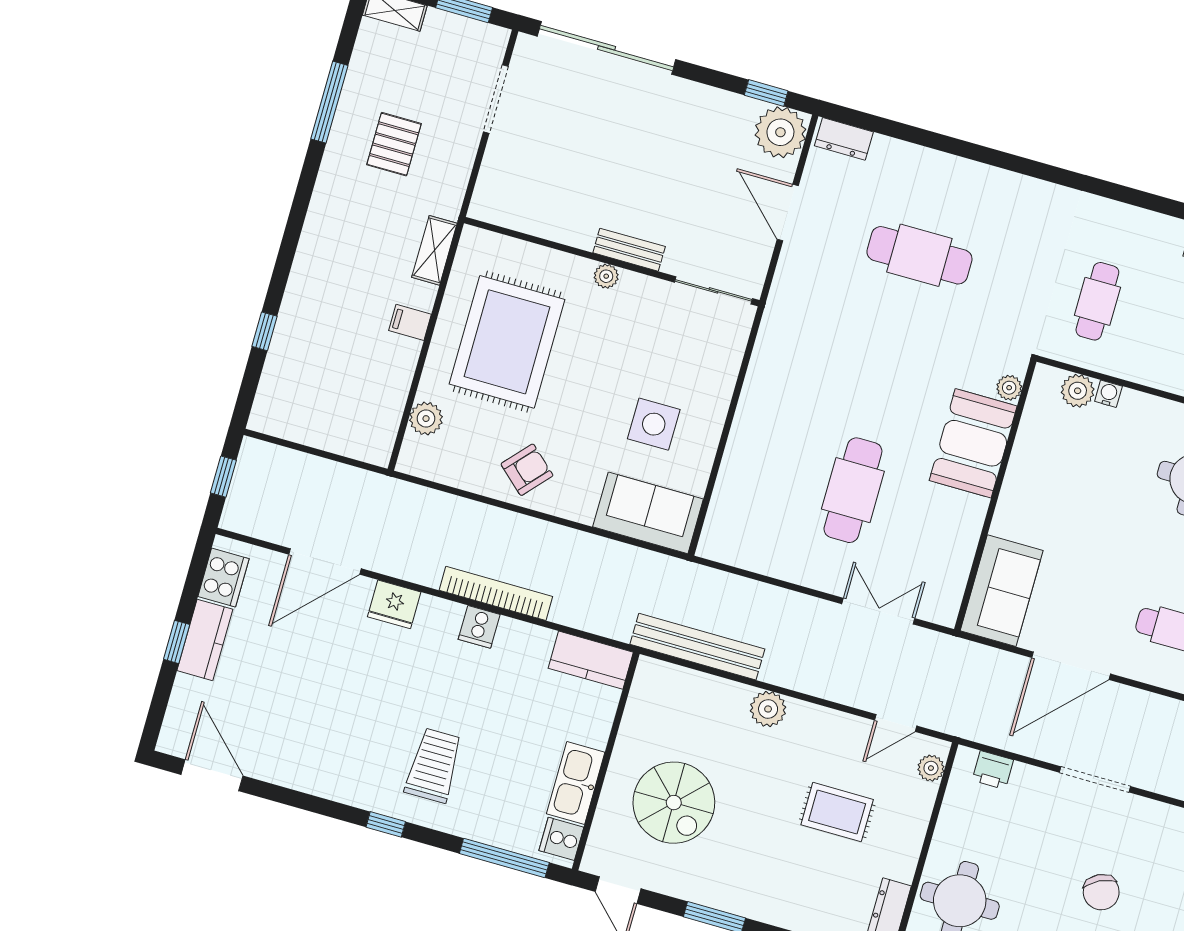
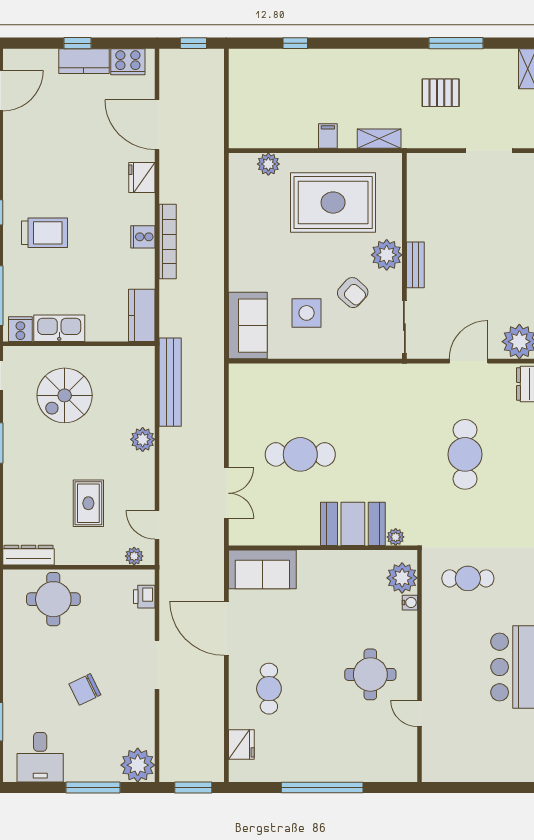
plant: (606, 276) -> (387, 255), width x1.87, depth x1.87
plant: (1078, 391) -> (402, 578), width x1.36, depth x1.36
armchair: (527, 470) -> (353, 293), moved

